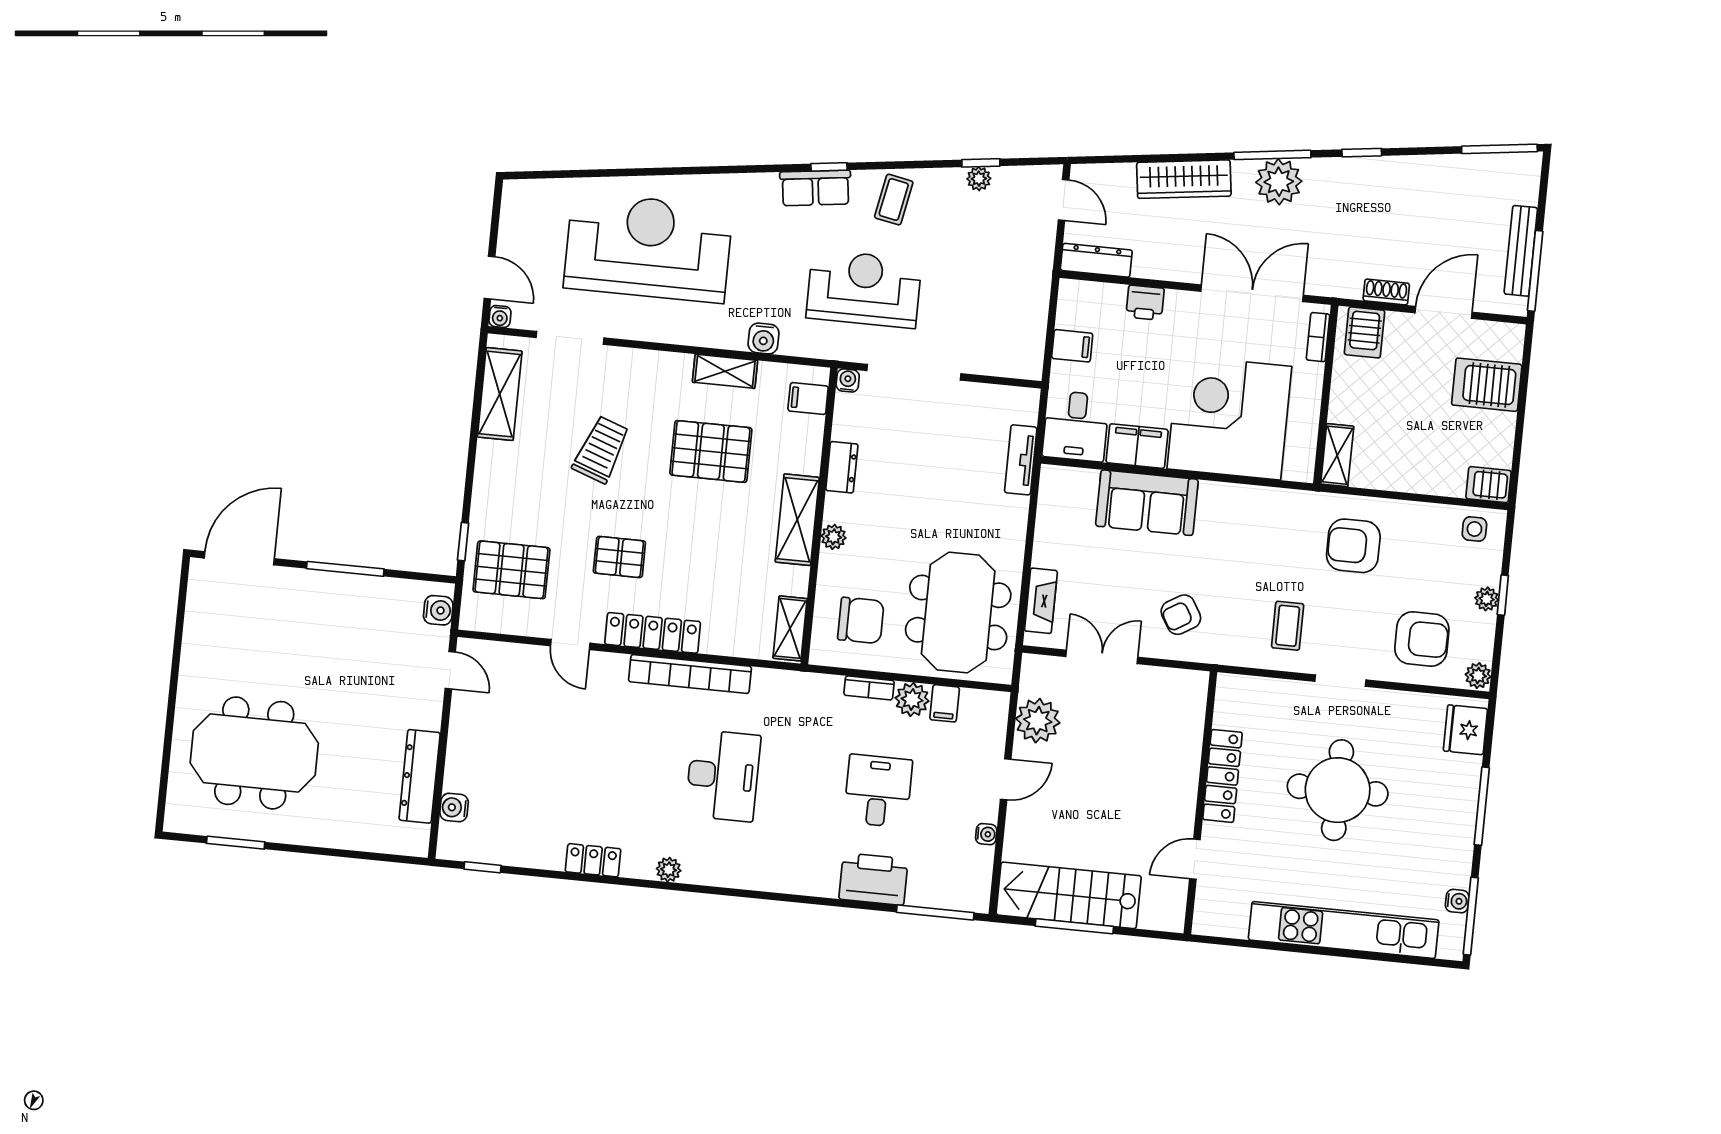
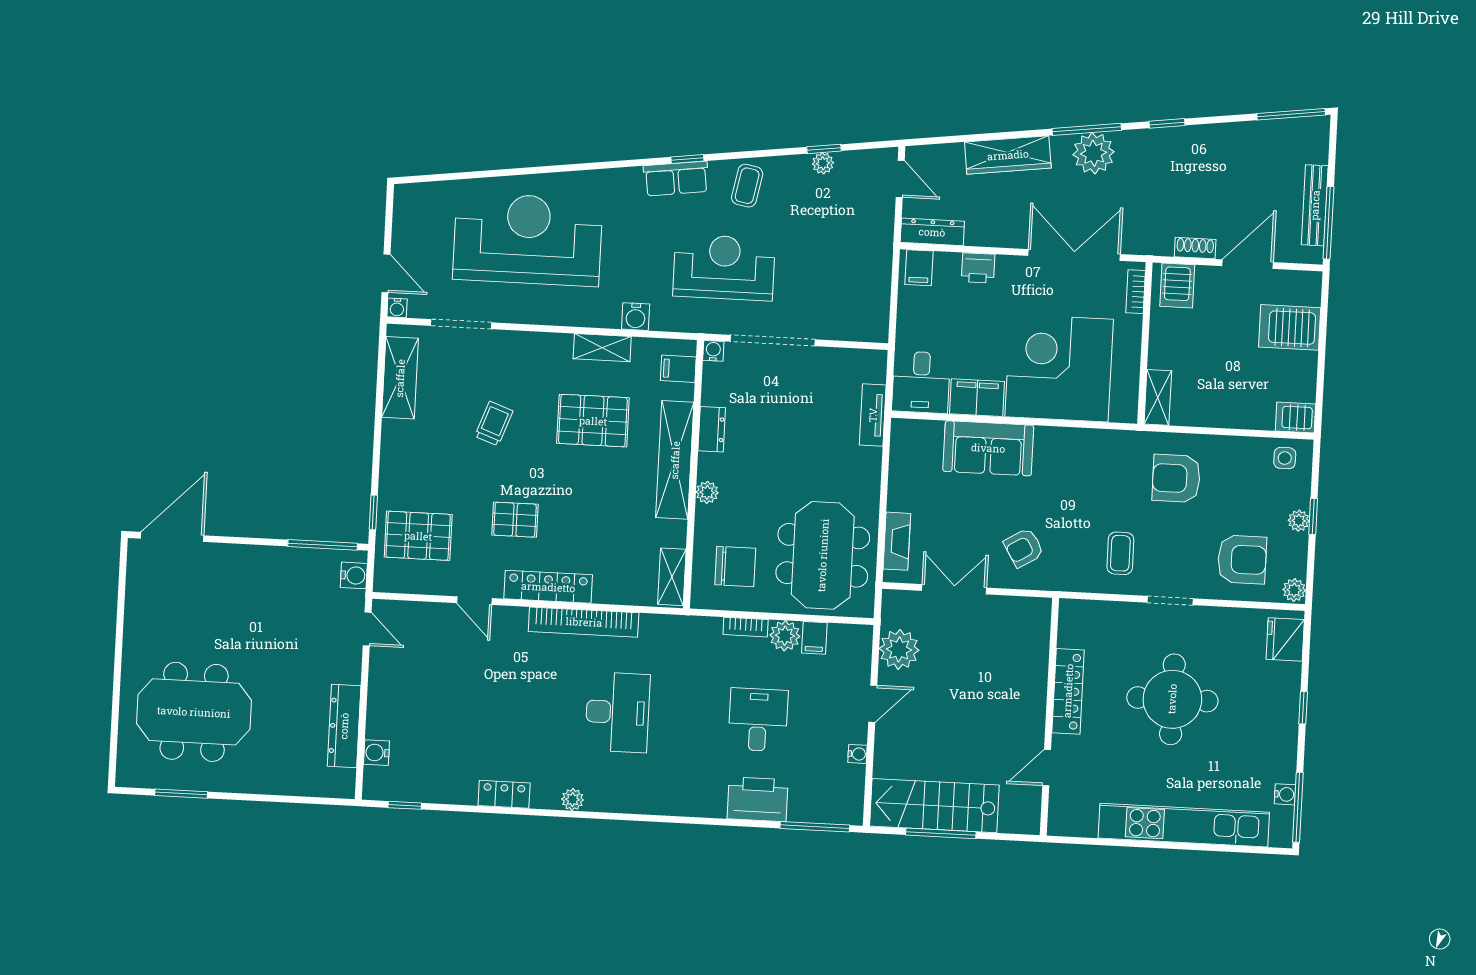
filing cabinet: (1072, 346) -> (919, 268), moved, turned 90
trolley: (601, 450) -> (494, 424), width x0.73, depth x0.72
shelving: (797, 520) -> (675, 460), width x1.47
window: (345, 569) -> (323, 545), moved
window: (1482, 806) -> (1303, 708), width x0.46

